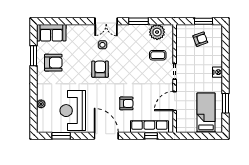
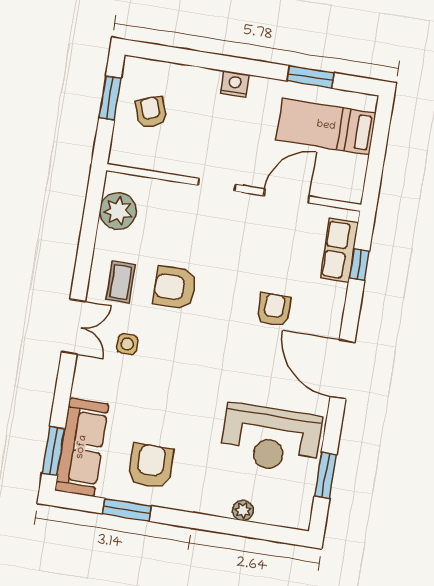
window: (139, 21) -> (54, 451), moved
sofa: (51, 33) -> (82, 447), width x1.36
coffee table: (158, 55) -> (121, 282), moved
armchair: (100, 69) -> (175, 288), moved
door: (175, 101) -> (286, 196), swing flipped
row of seats: (149, 127) -> (339, 250), width x0.68
door: (106, 136) -> (343, 369), hinge flipped

